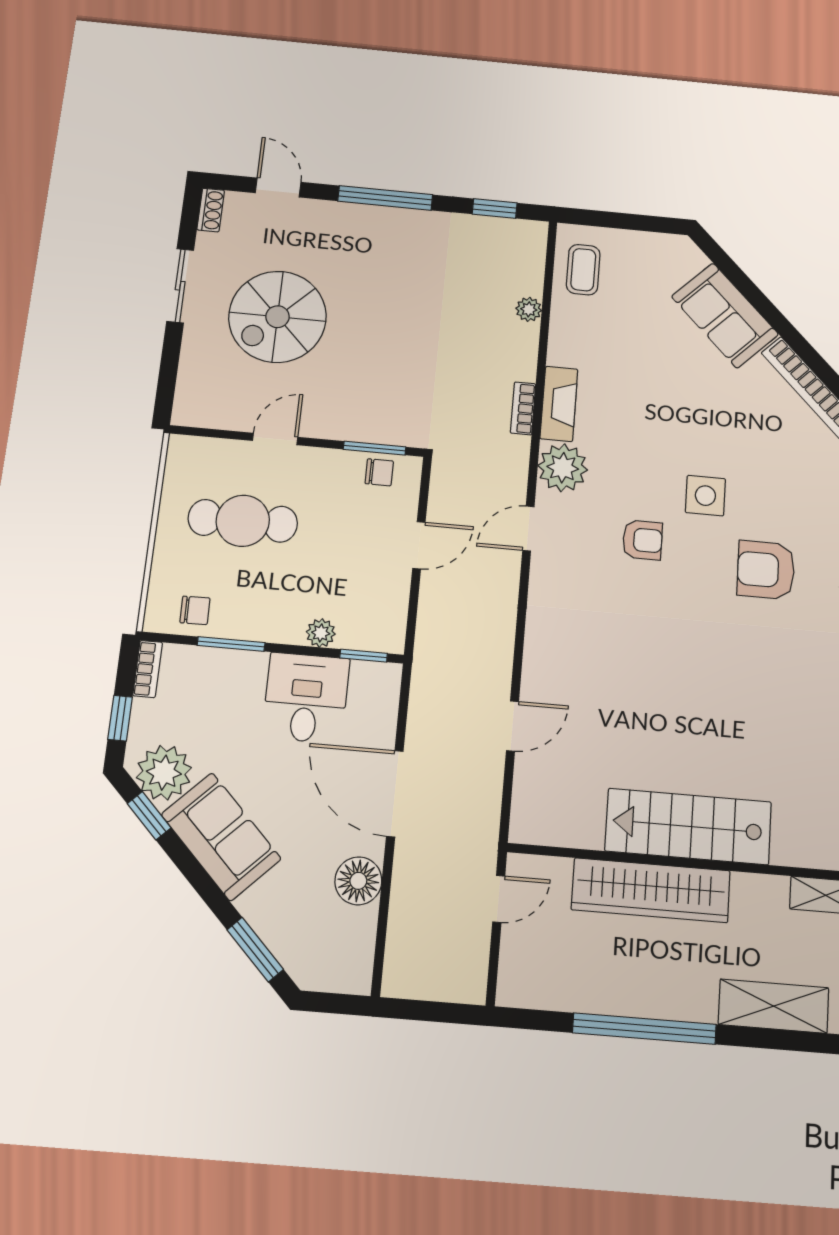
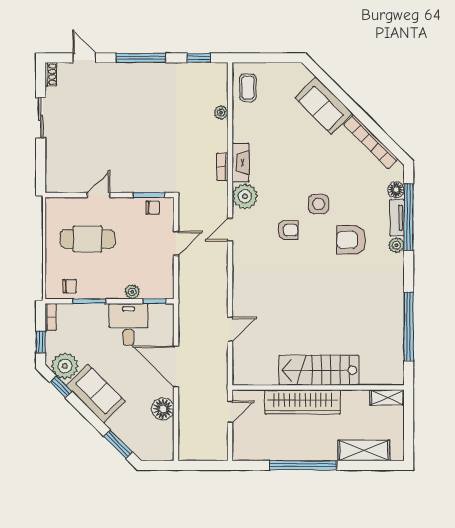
spiral stairs: (277, 317) -> (92, 130), removed

